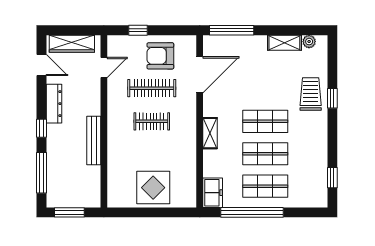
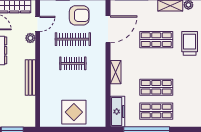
armchair: (160, 56) -> (79, 15), turned 180
plant: (94, 87) -> (30, 38), added
shop shelf: (265, 121) -> (156, 40), moved
freezer: (213, 193) -> (118, 111), width x1.40

